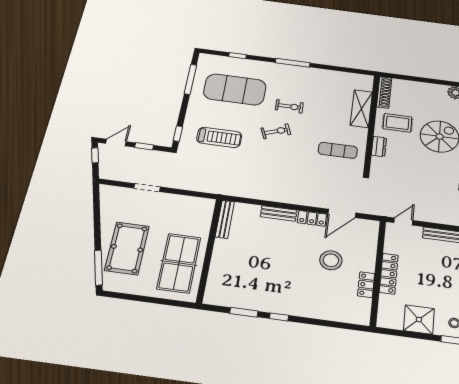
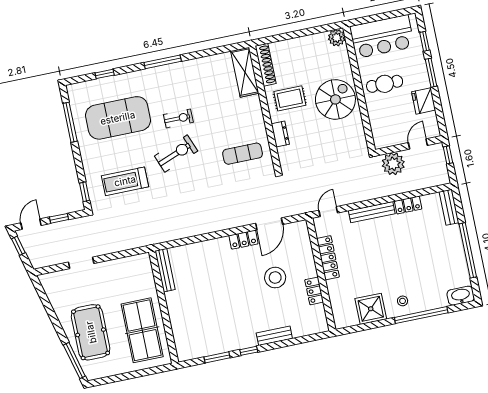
shelving: (361, 109) -> (245, 72), moved
exercise bike: (276, 131) -> (176, 154), width x1.38, depth x1.39
treadmill: (219, 137) -> (125, 181), turned 180
bench: (279, 213) -> (274, 336), moved
locker: (389, 274) -> (328, 258), moved

